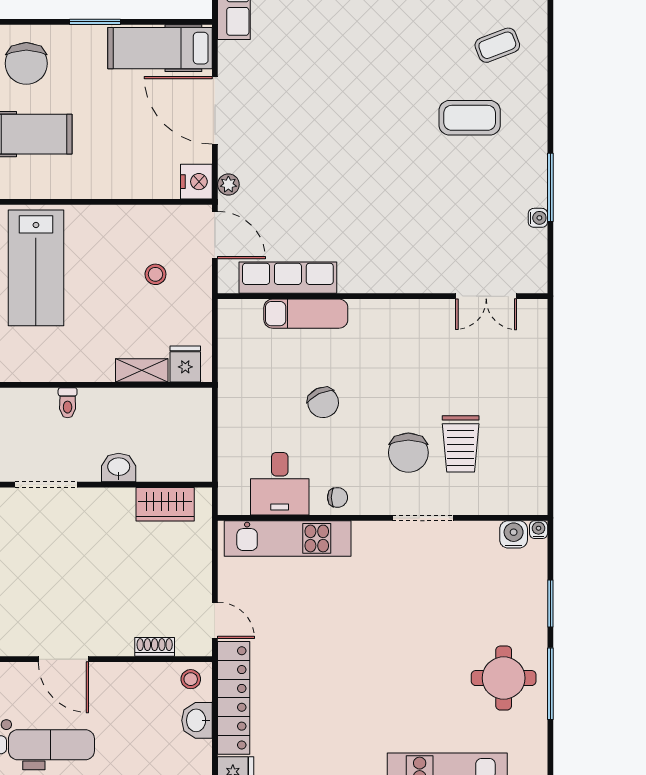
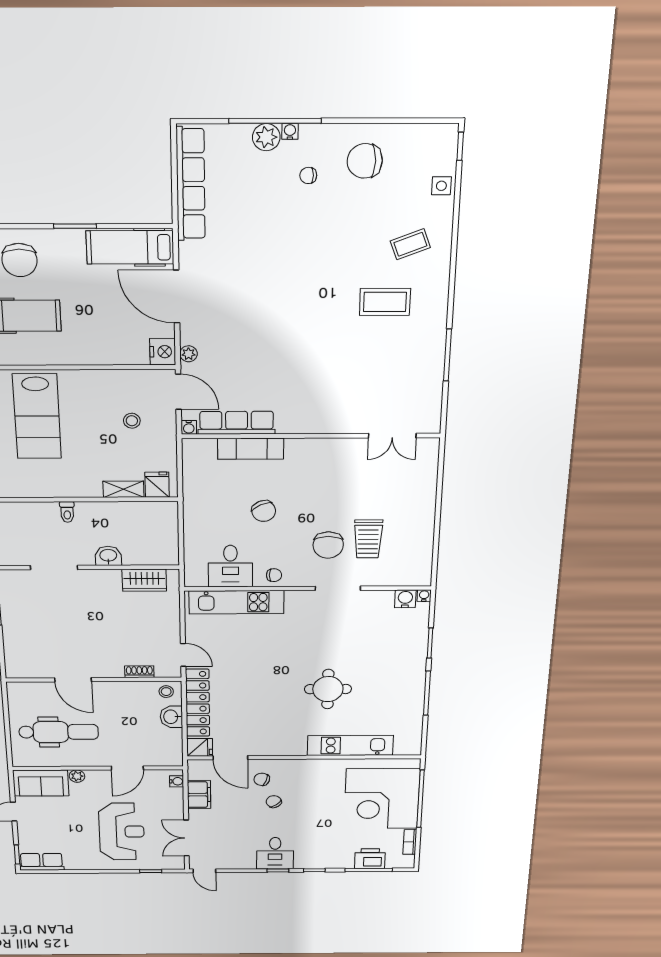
water cooler: (538, 218) -> (189, 427), moved, turned 90
round table: (504, 678) -> (328, 689), moved

